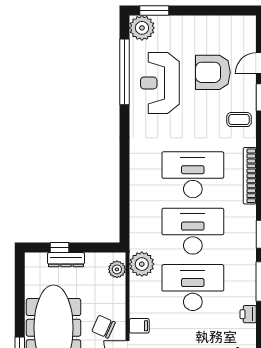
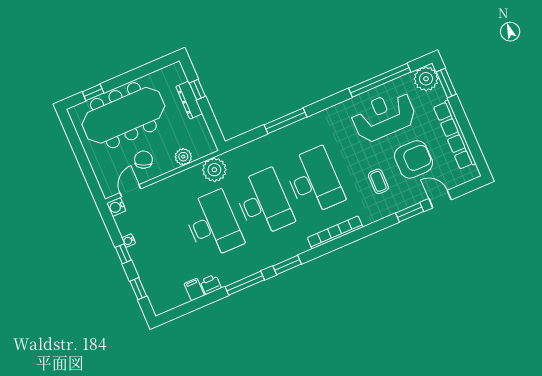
row of seats: (206, 24) -> (454, 135), added
armchair: (213, 72) -> (413, 159), turned 90
coffee table: (239, 120) -> (378, 181), moved
window: (125, 177) -> (285, 121), added
plant: (117, 269) -> (183, 157), moved
filing cabinet: (139, 326) -> (194, 289), moved, turned 180

